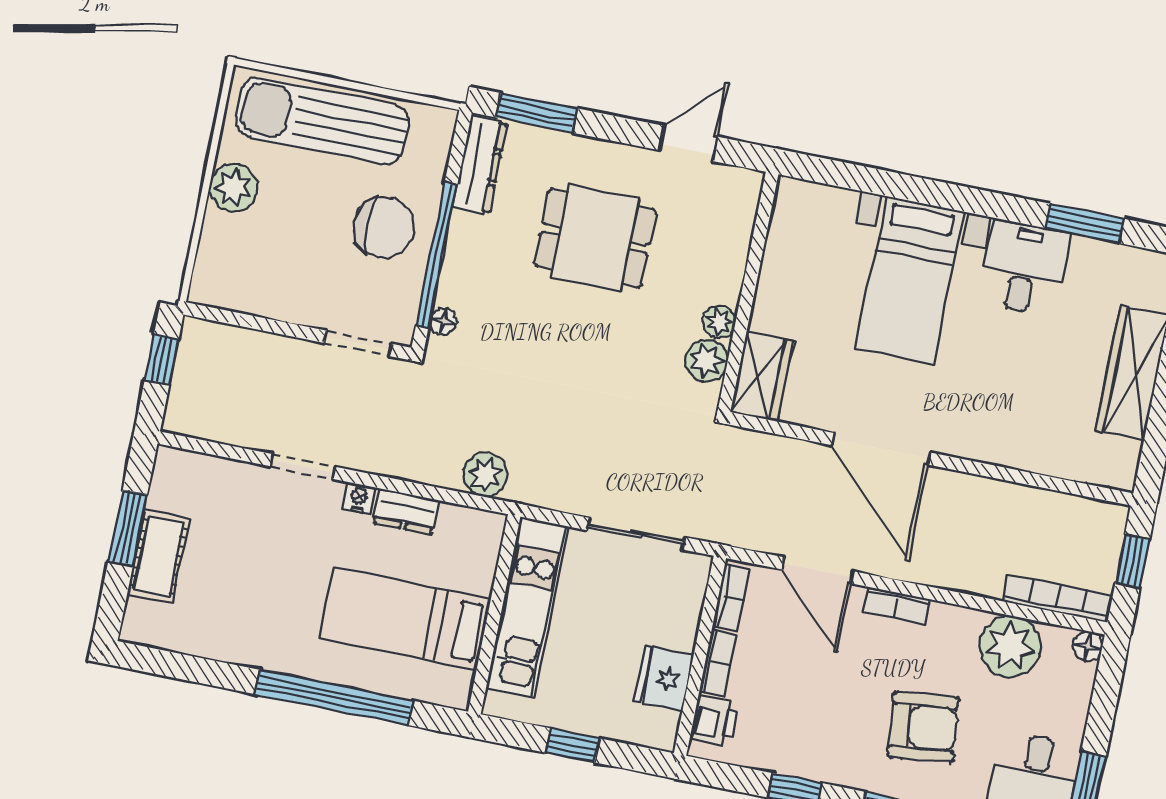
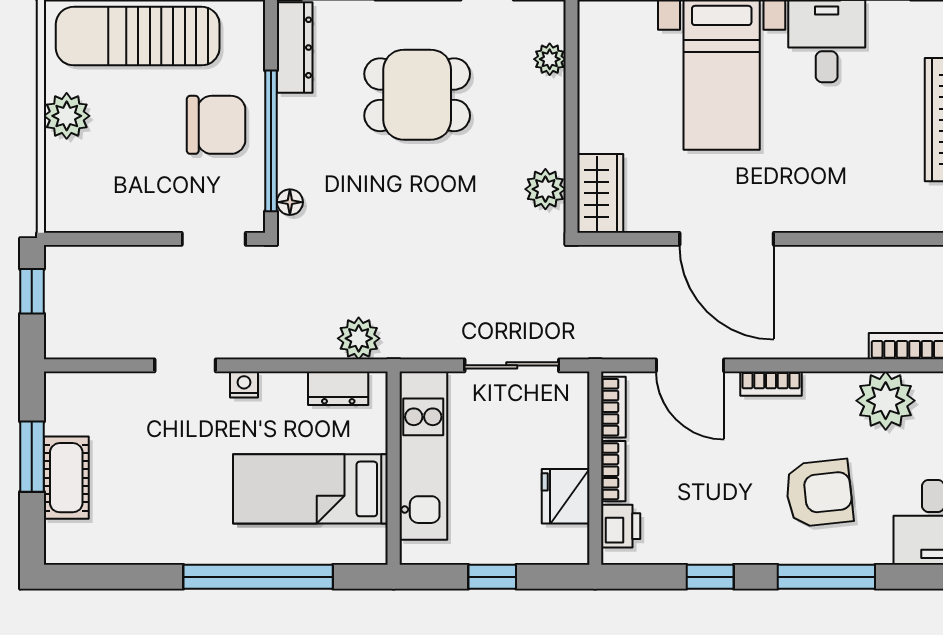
plant: (719, 322) -> (550, 59), moved
dresser: (406, 512) -> (338, 388), moved

